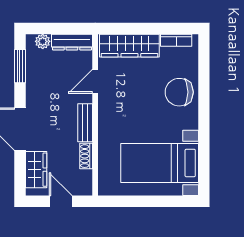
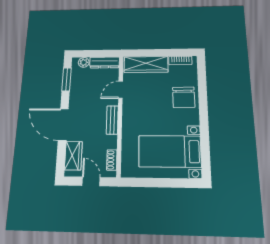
chair: (179, 92) -> (184, 97), turned -91
shoe rack: (86, 156) -> (112, 160), moved

